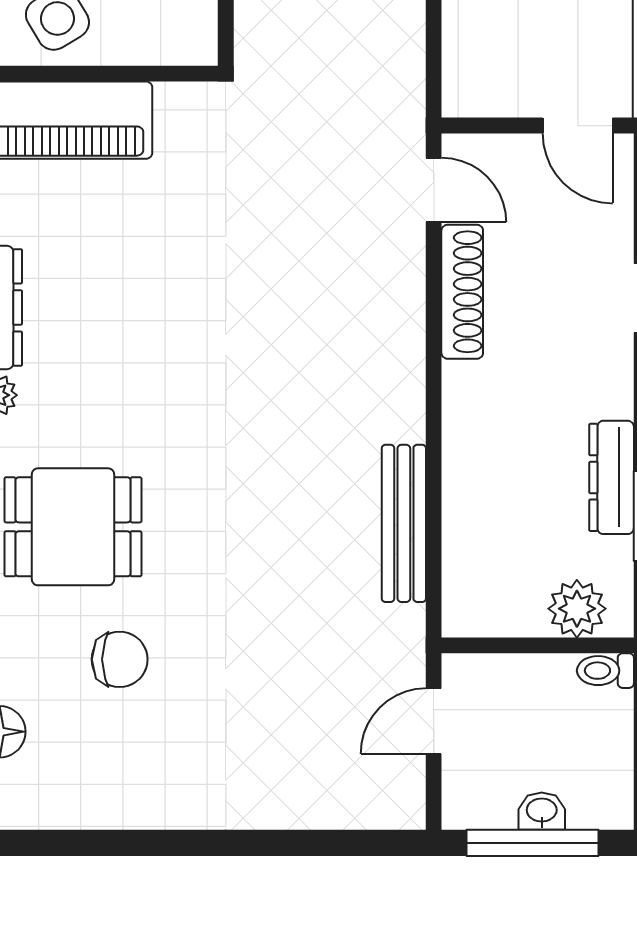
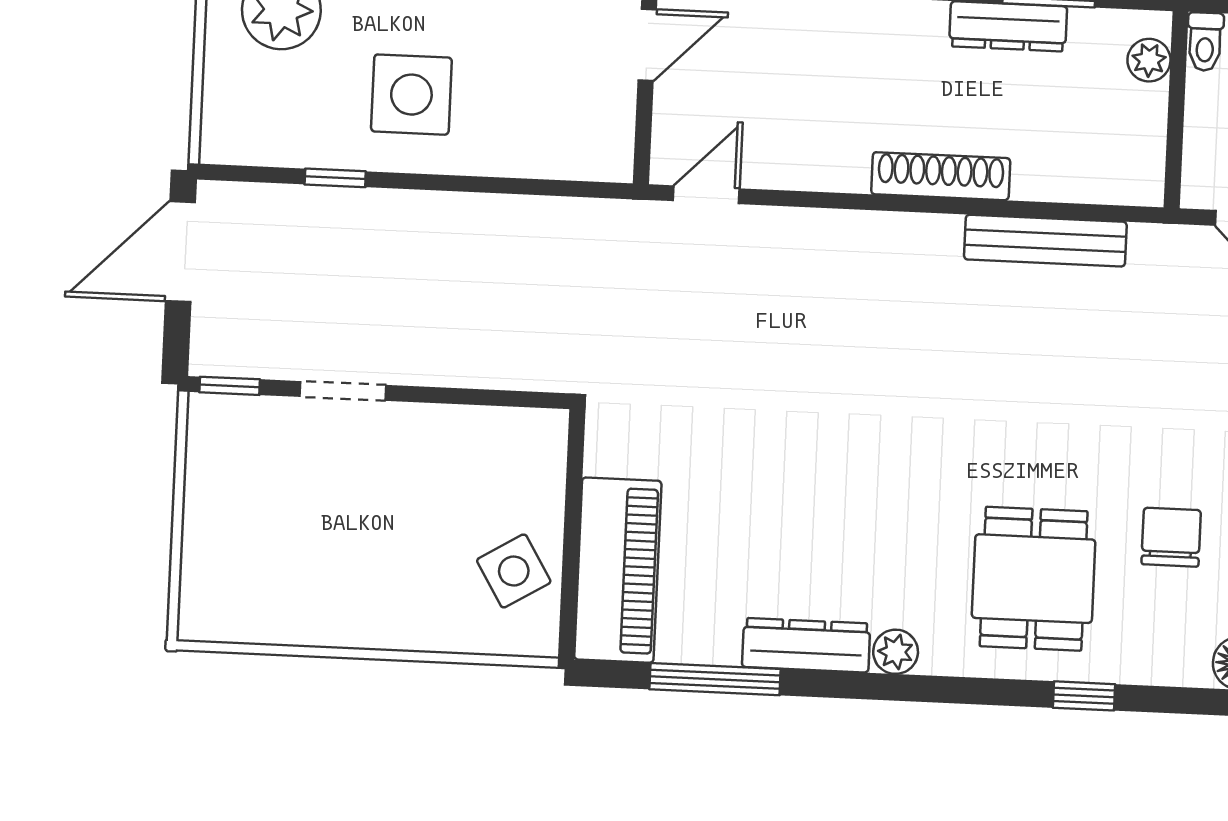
shoe rack: (462, 292) -> (941, 176), moved
plant: (577, 609) -> (1149, 60), width x0.73, depth x0.73

